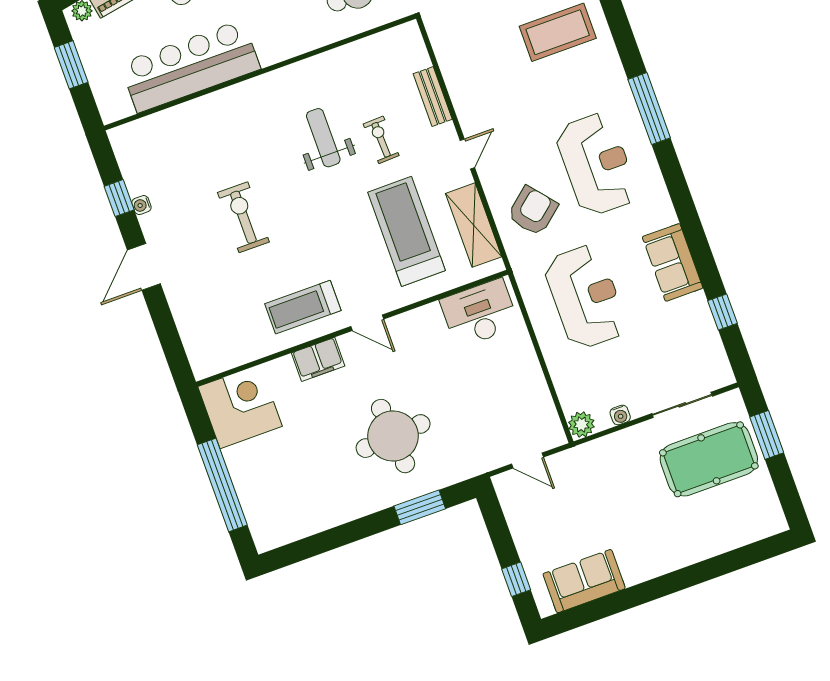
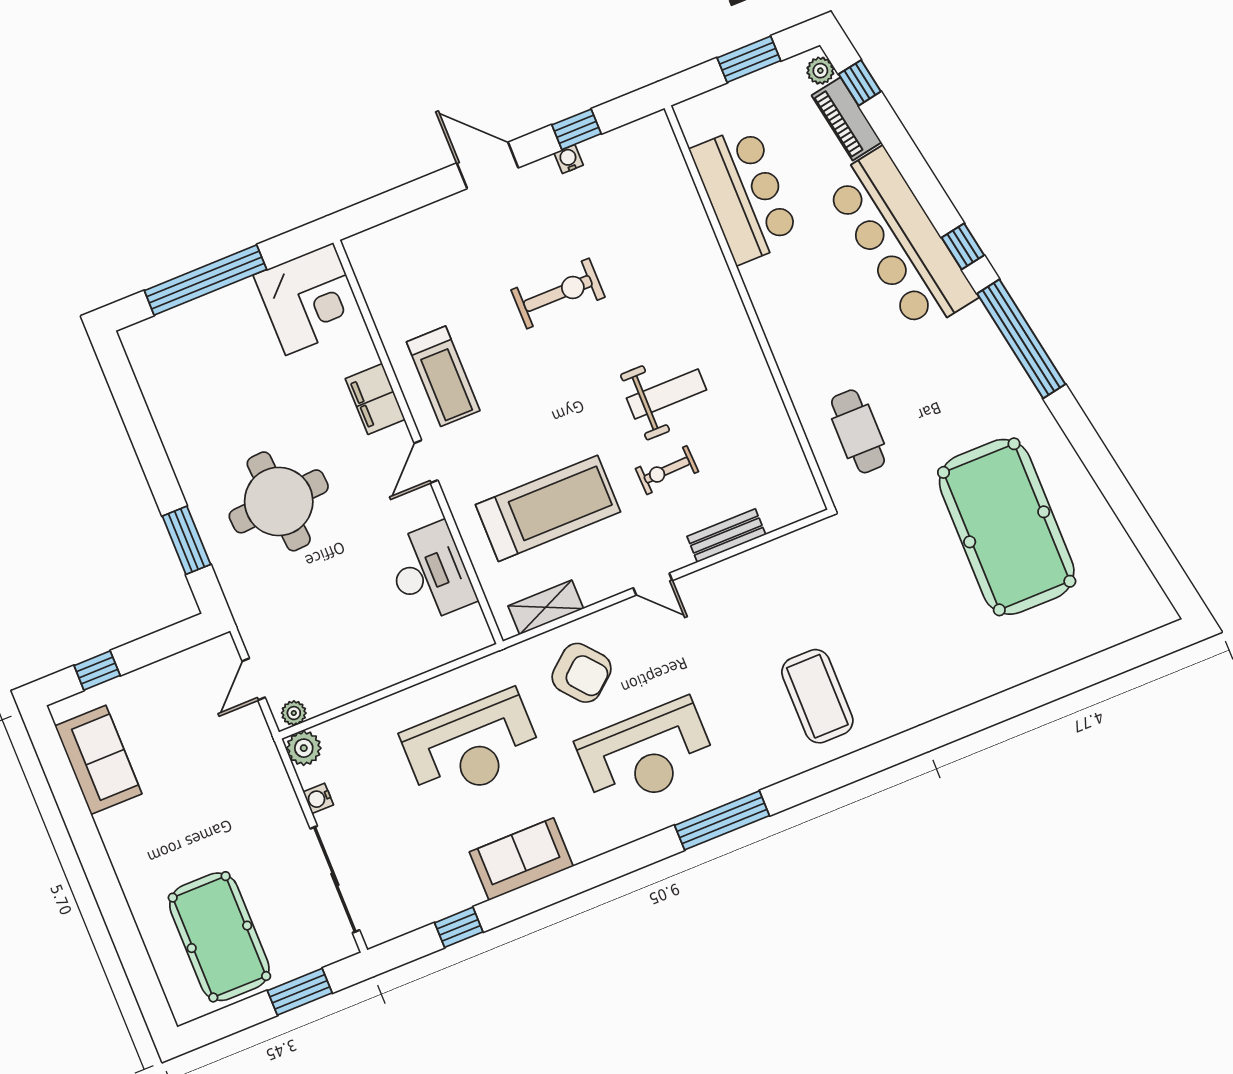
bar counter: (190, 66) -> (745, 194), width x0.73
exercise bike: (381, 140) -> (667, 470), turned 180
shelving: (474, 225) -> (546, 607), width x0.67, depth x0.75
treadmill: (303, 307) -> (443, 376), turned 180
desk: (479, 313) -> (430, 573), moved
sliding door: (682, 405) -> (335, 879), width x1.37
plant: (554, 431) -> (294, 713), added
pool table: (709, 459) -> (219, 937), moved

